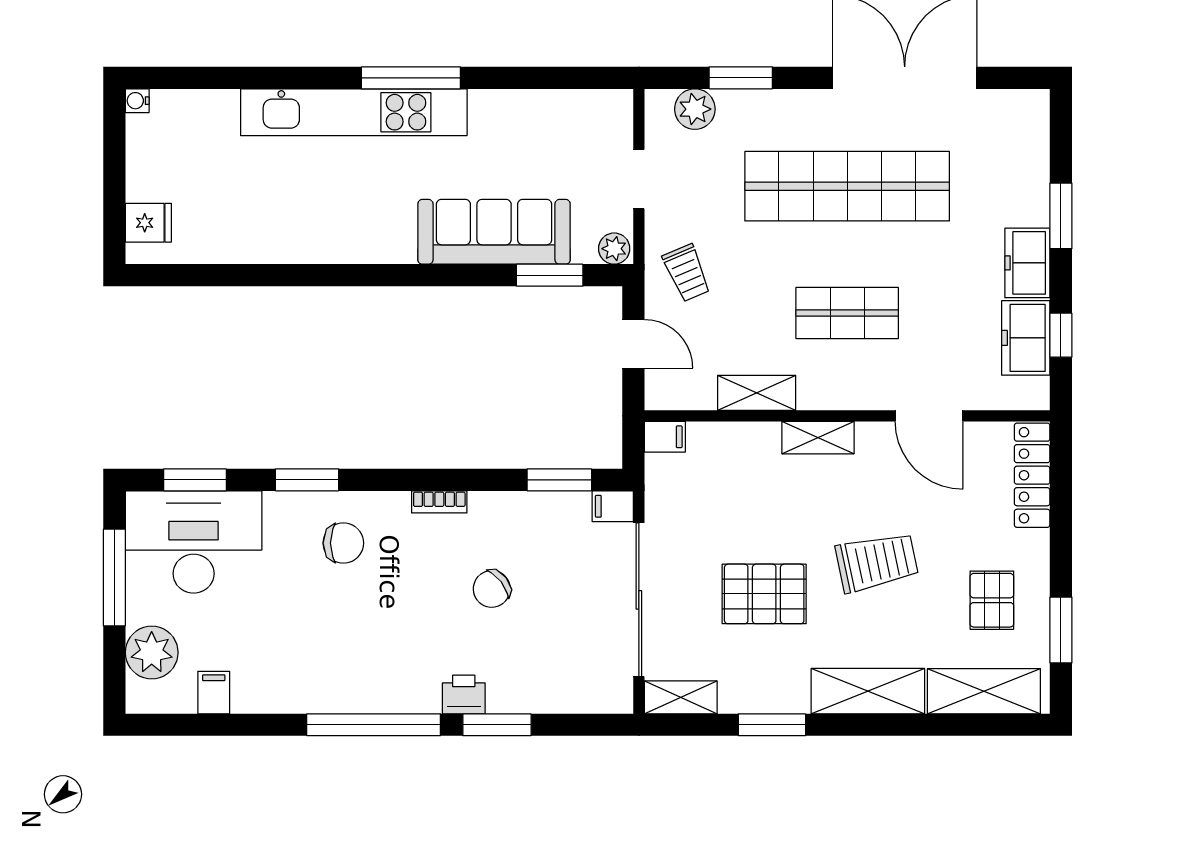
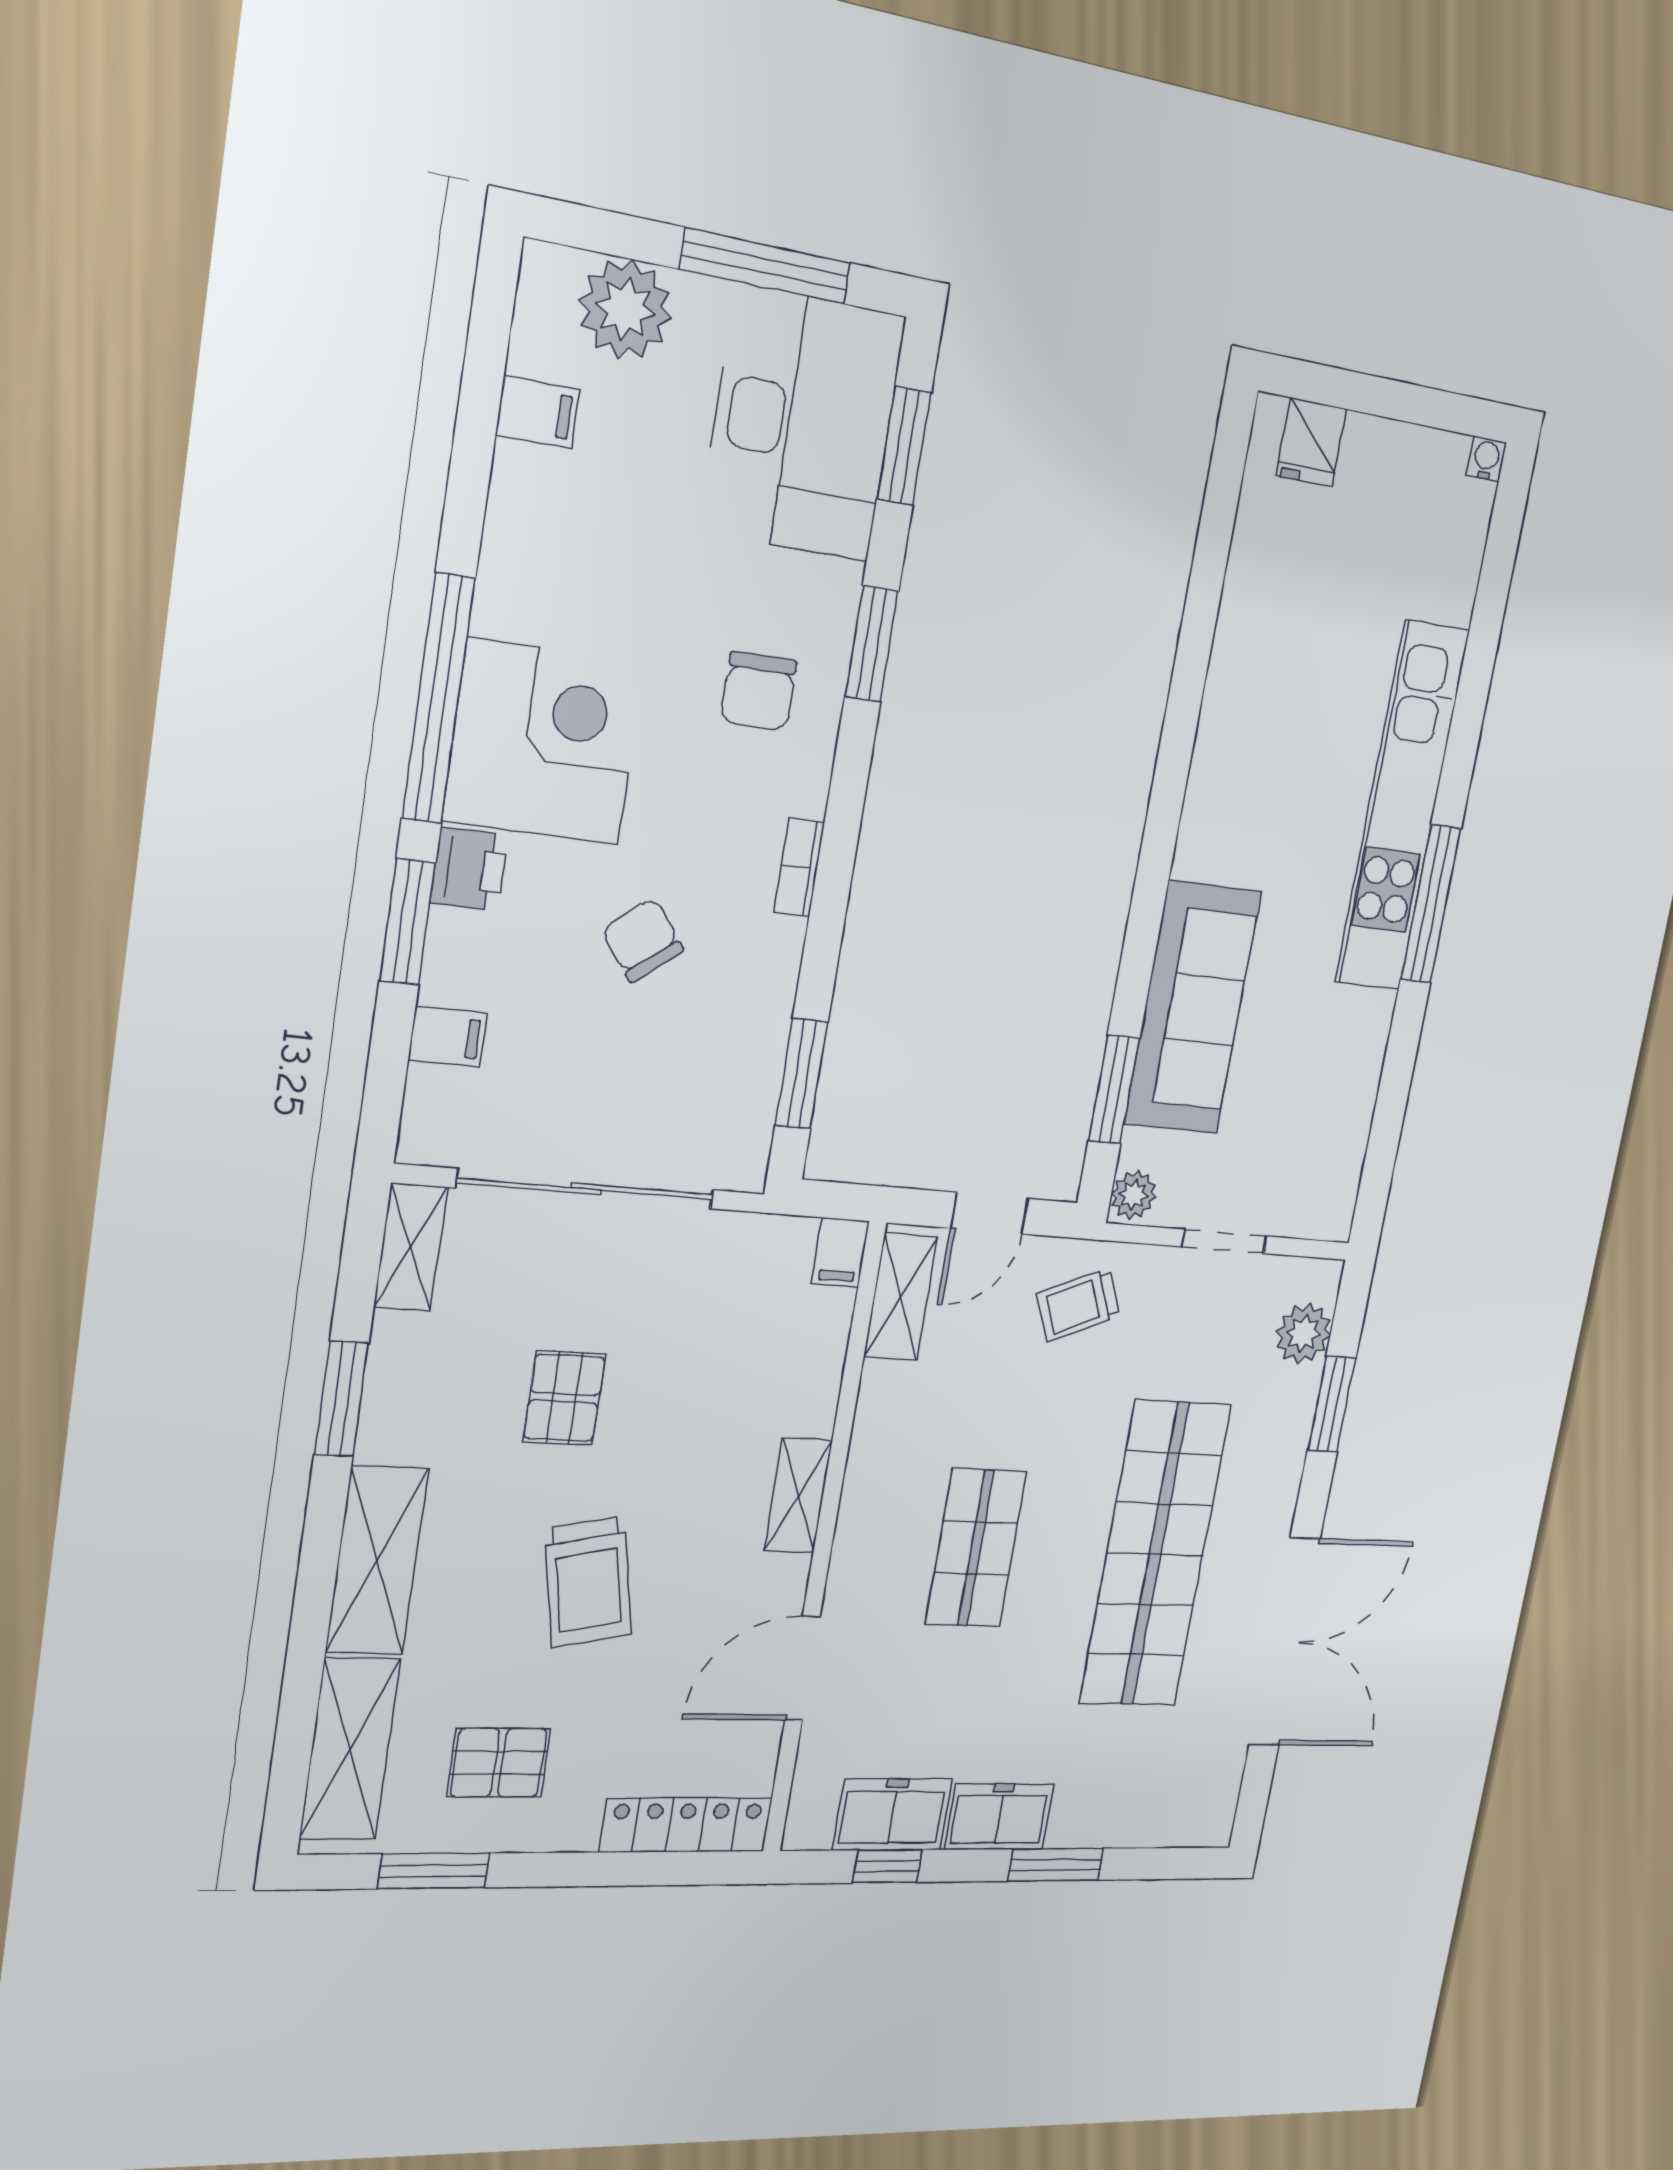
shelving: (757, 393) -> (901, 1297), moved
filing cabinet: (613, 506) -> (448, 1037), moved, turned 90
pallet: (764, 594) -> (564, 1398), width x0.67, depth x0.71
corner desk: (389, 663) -> (544, 742), added

